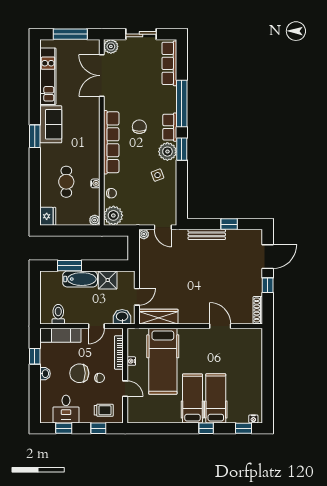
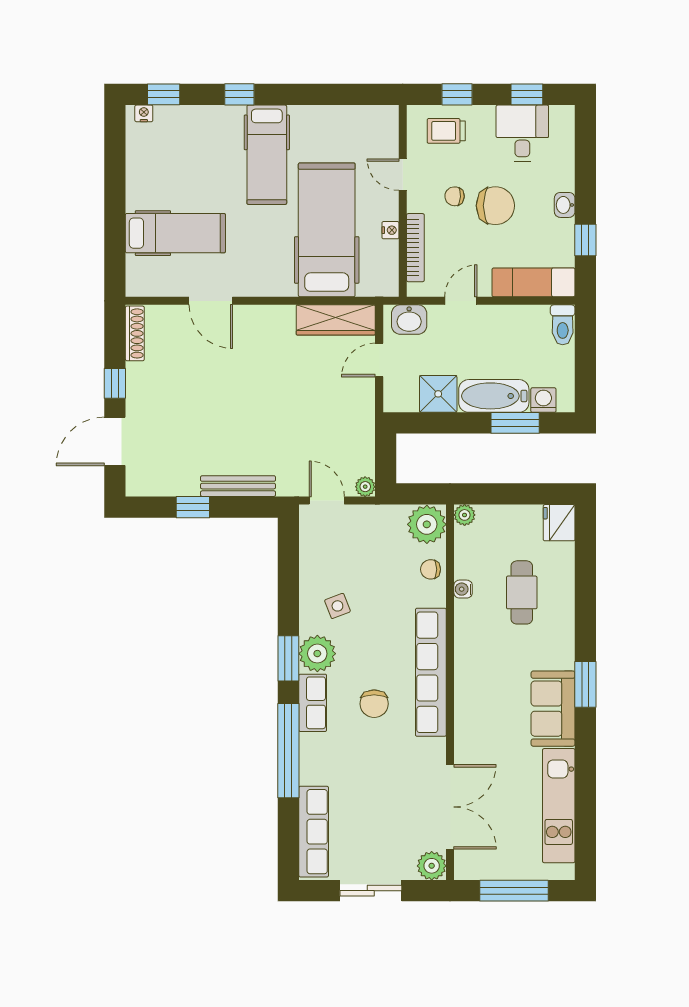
washing machine: (56, 277) -> (543, 400), added
toilet: (58, 314) -> (563, 325), moved
hospital bed: (216, 398) -> (175, 233), moved, turned -90

